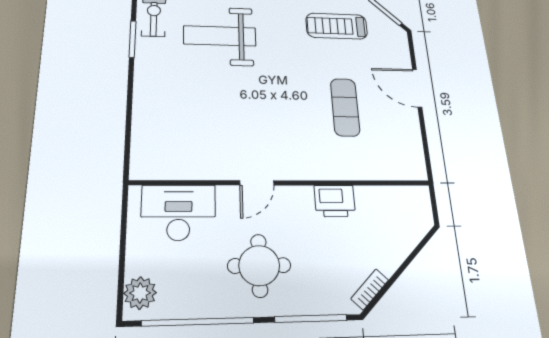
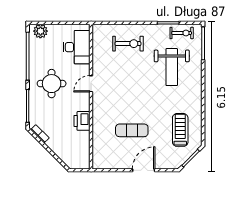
weight bench: (220, 36) -> (172, 67), turned 180
exercise bike: (173, 111) -> (128, 44), added
door: (257, 183) -> (91, 84), hinge flipped

